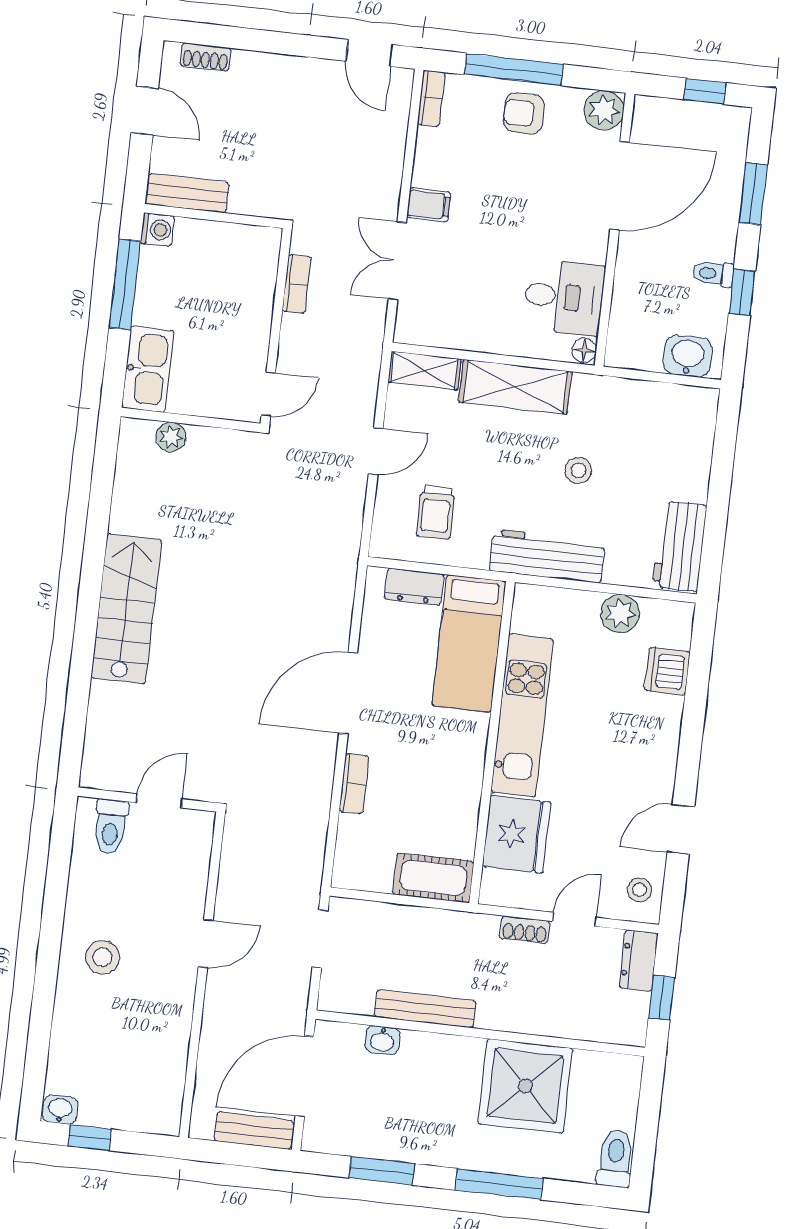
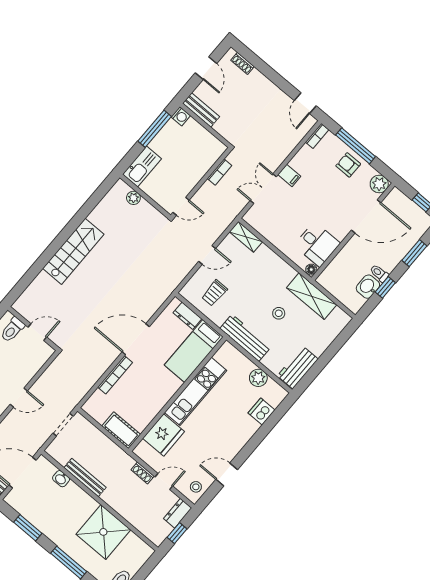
washbasin: (688, 356) -> (368, 287), moved, turned -90
shelving: (515, 387) -> (312, 296), moved
bookcase: (354, 784) -> (115, 375), width x1.56

